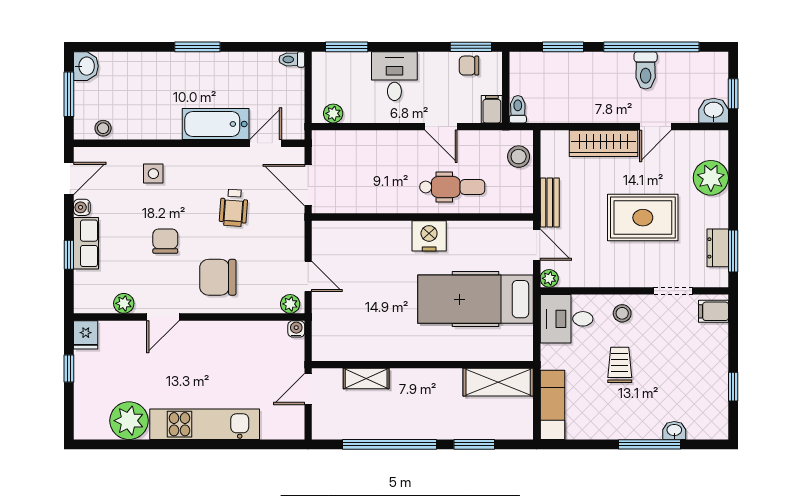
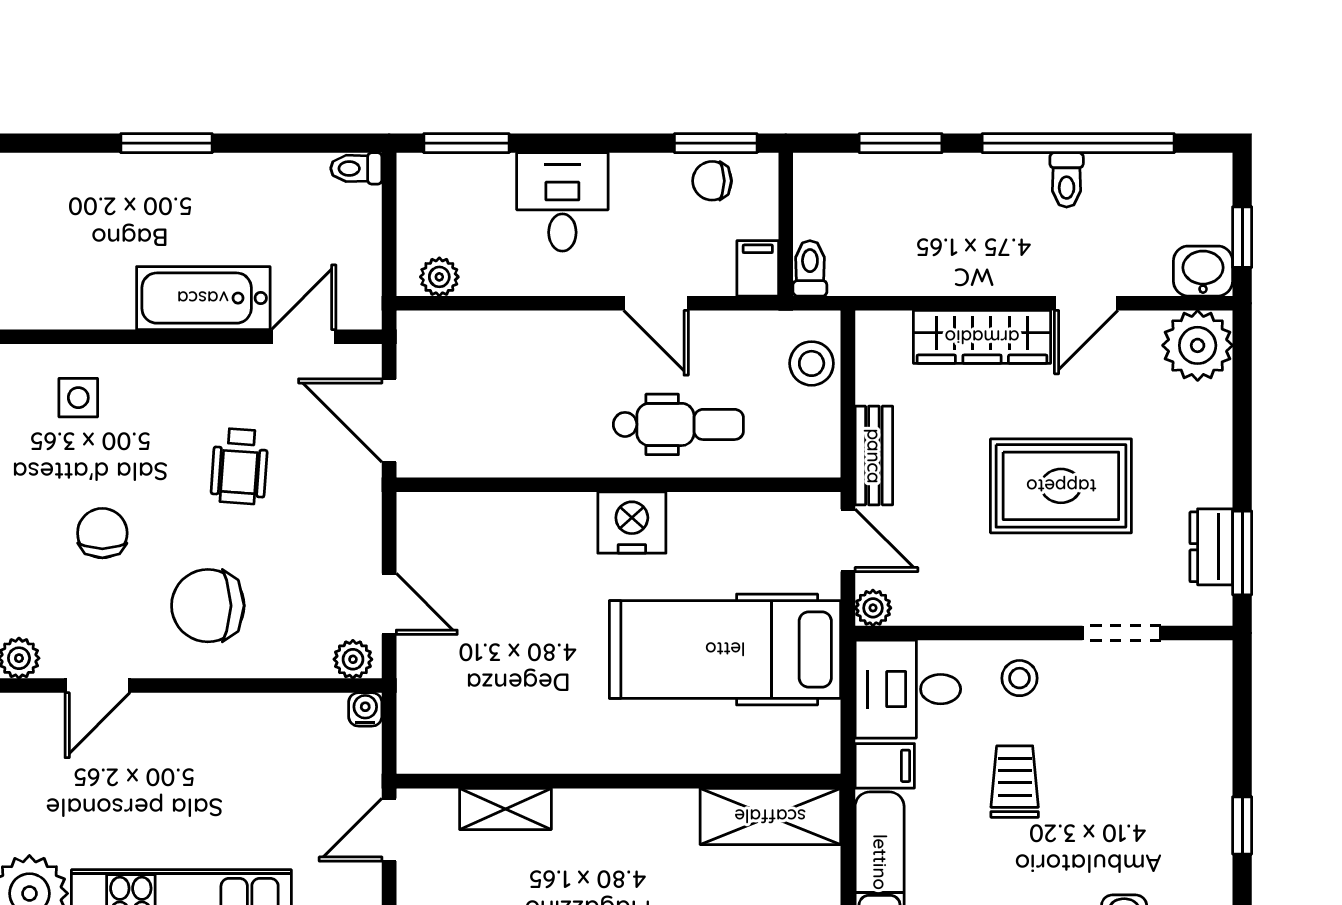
toilet: (646, 70) -> (1067, 180), width x0.73, depth x0.72
plant: (711, 178) -> (1198, 345), moved
filing cabinet: (714, 311) -> (885, 766), moved, turned 180

